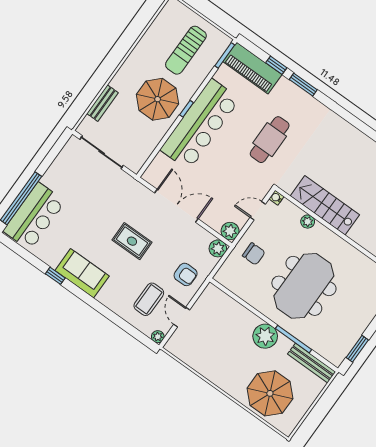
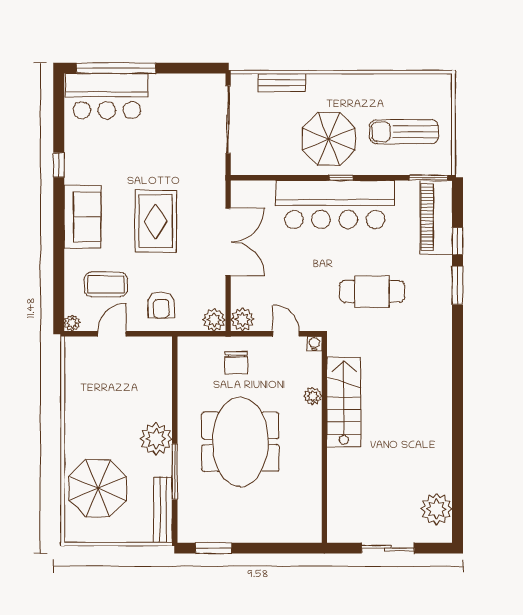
rug: (132, 241) -> (156, 221), width x1.36, depth x1.43
sofa: (82, 273) -> (82, 217), moved
meeting table: (304, 286) -> (240, 442), turned 90

